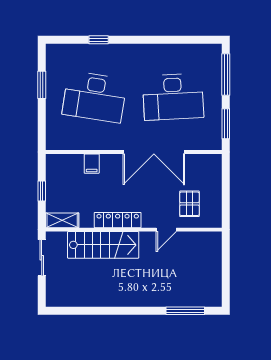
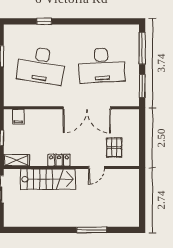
filing cabinet: (92, 164) -> (18, 117), moved
locker: (118, 220) -> (59, 160), width x0.66
window: (185, 311) -> (92, 230), moved

